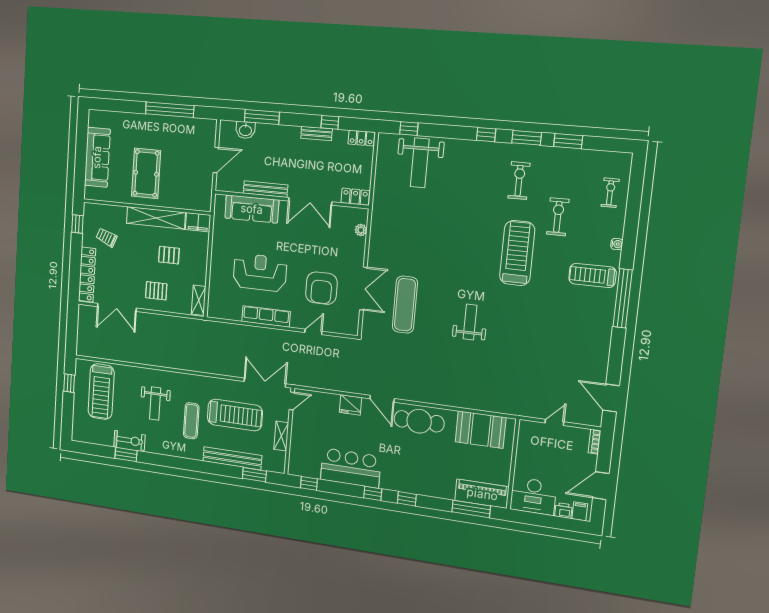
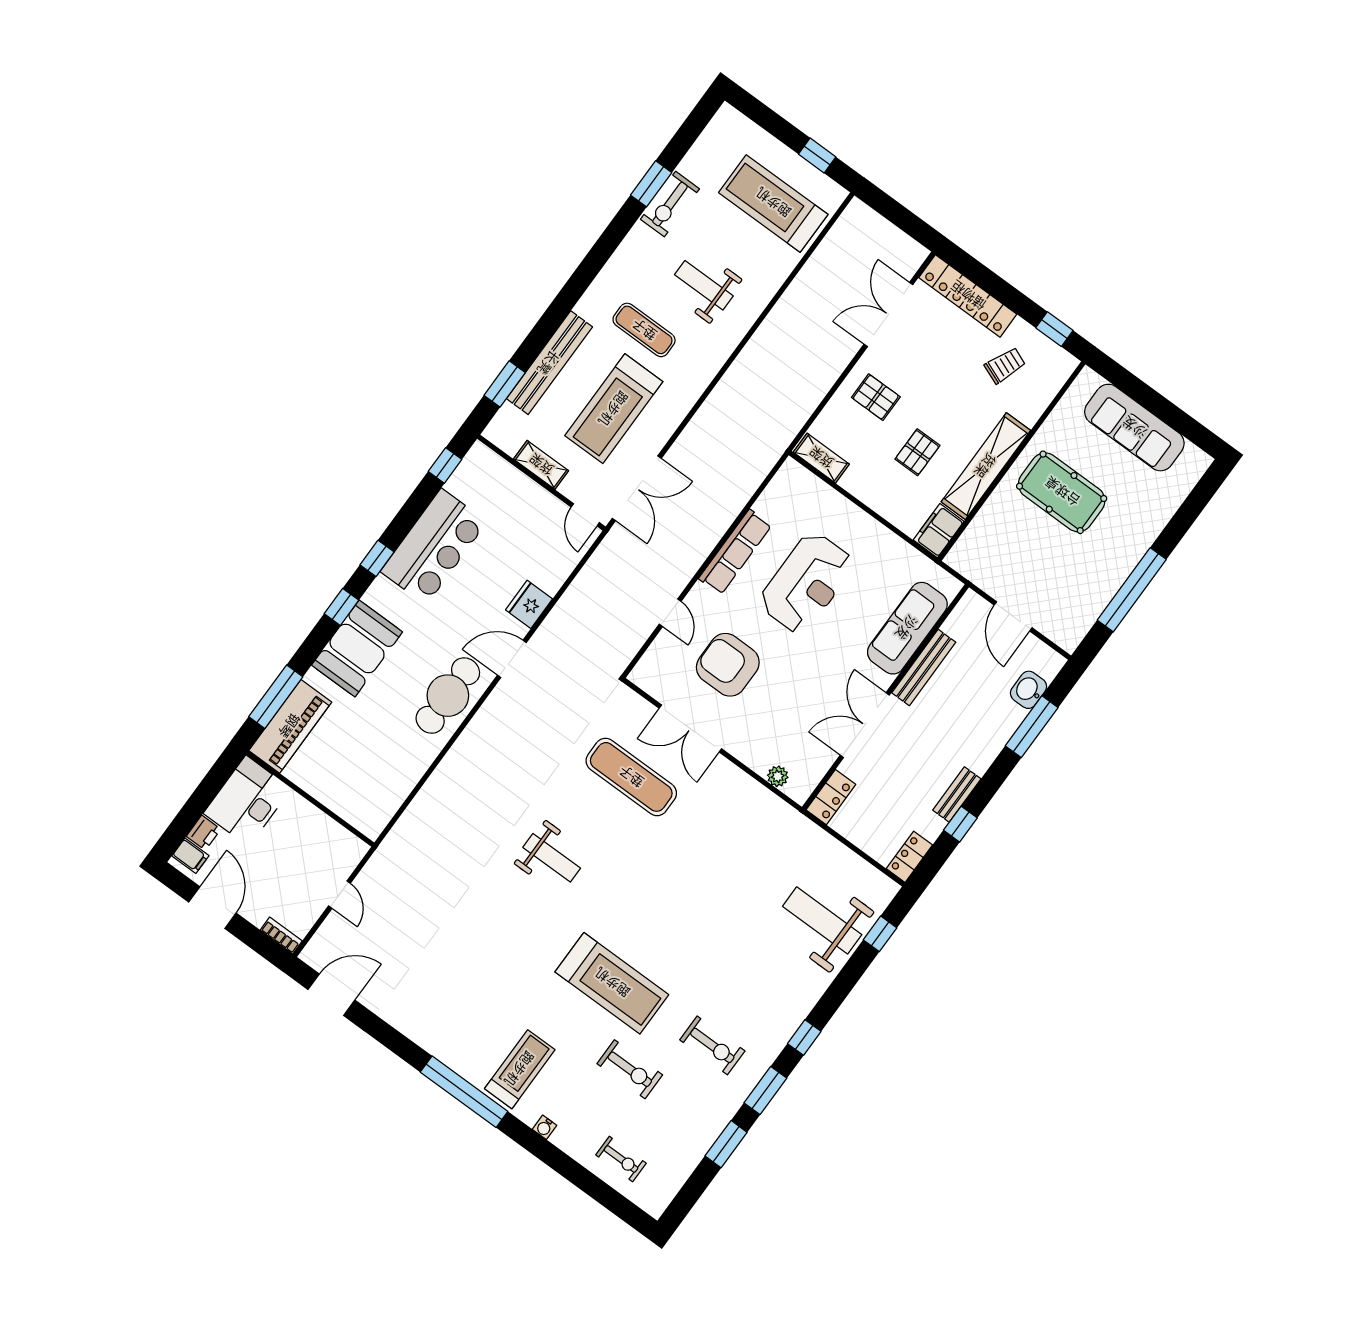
pallet: (156, 291) -> (876, 397), turned 90
booth: (481, 430) -> (357, 648), moved

